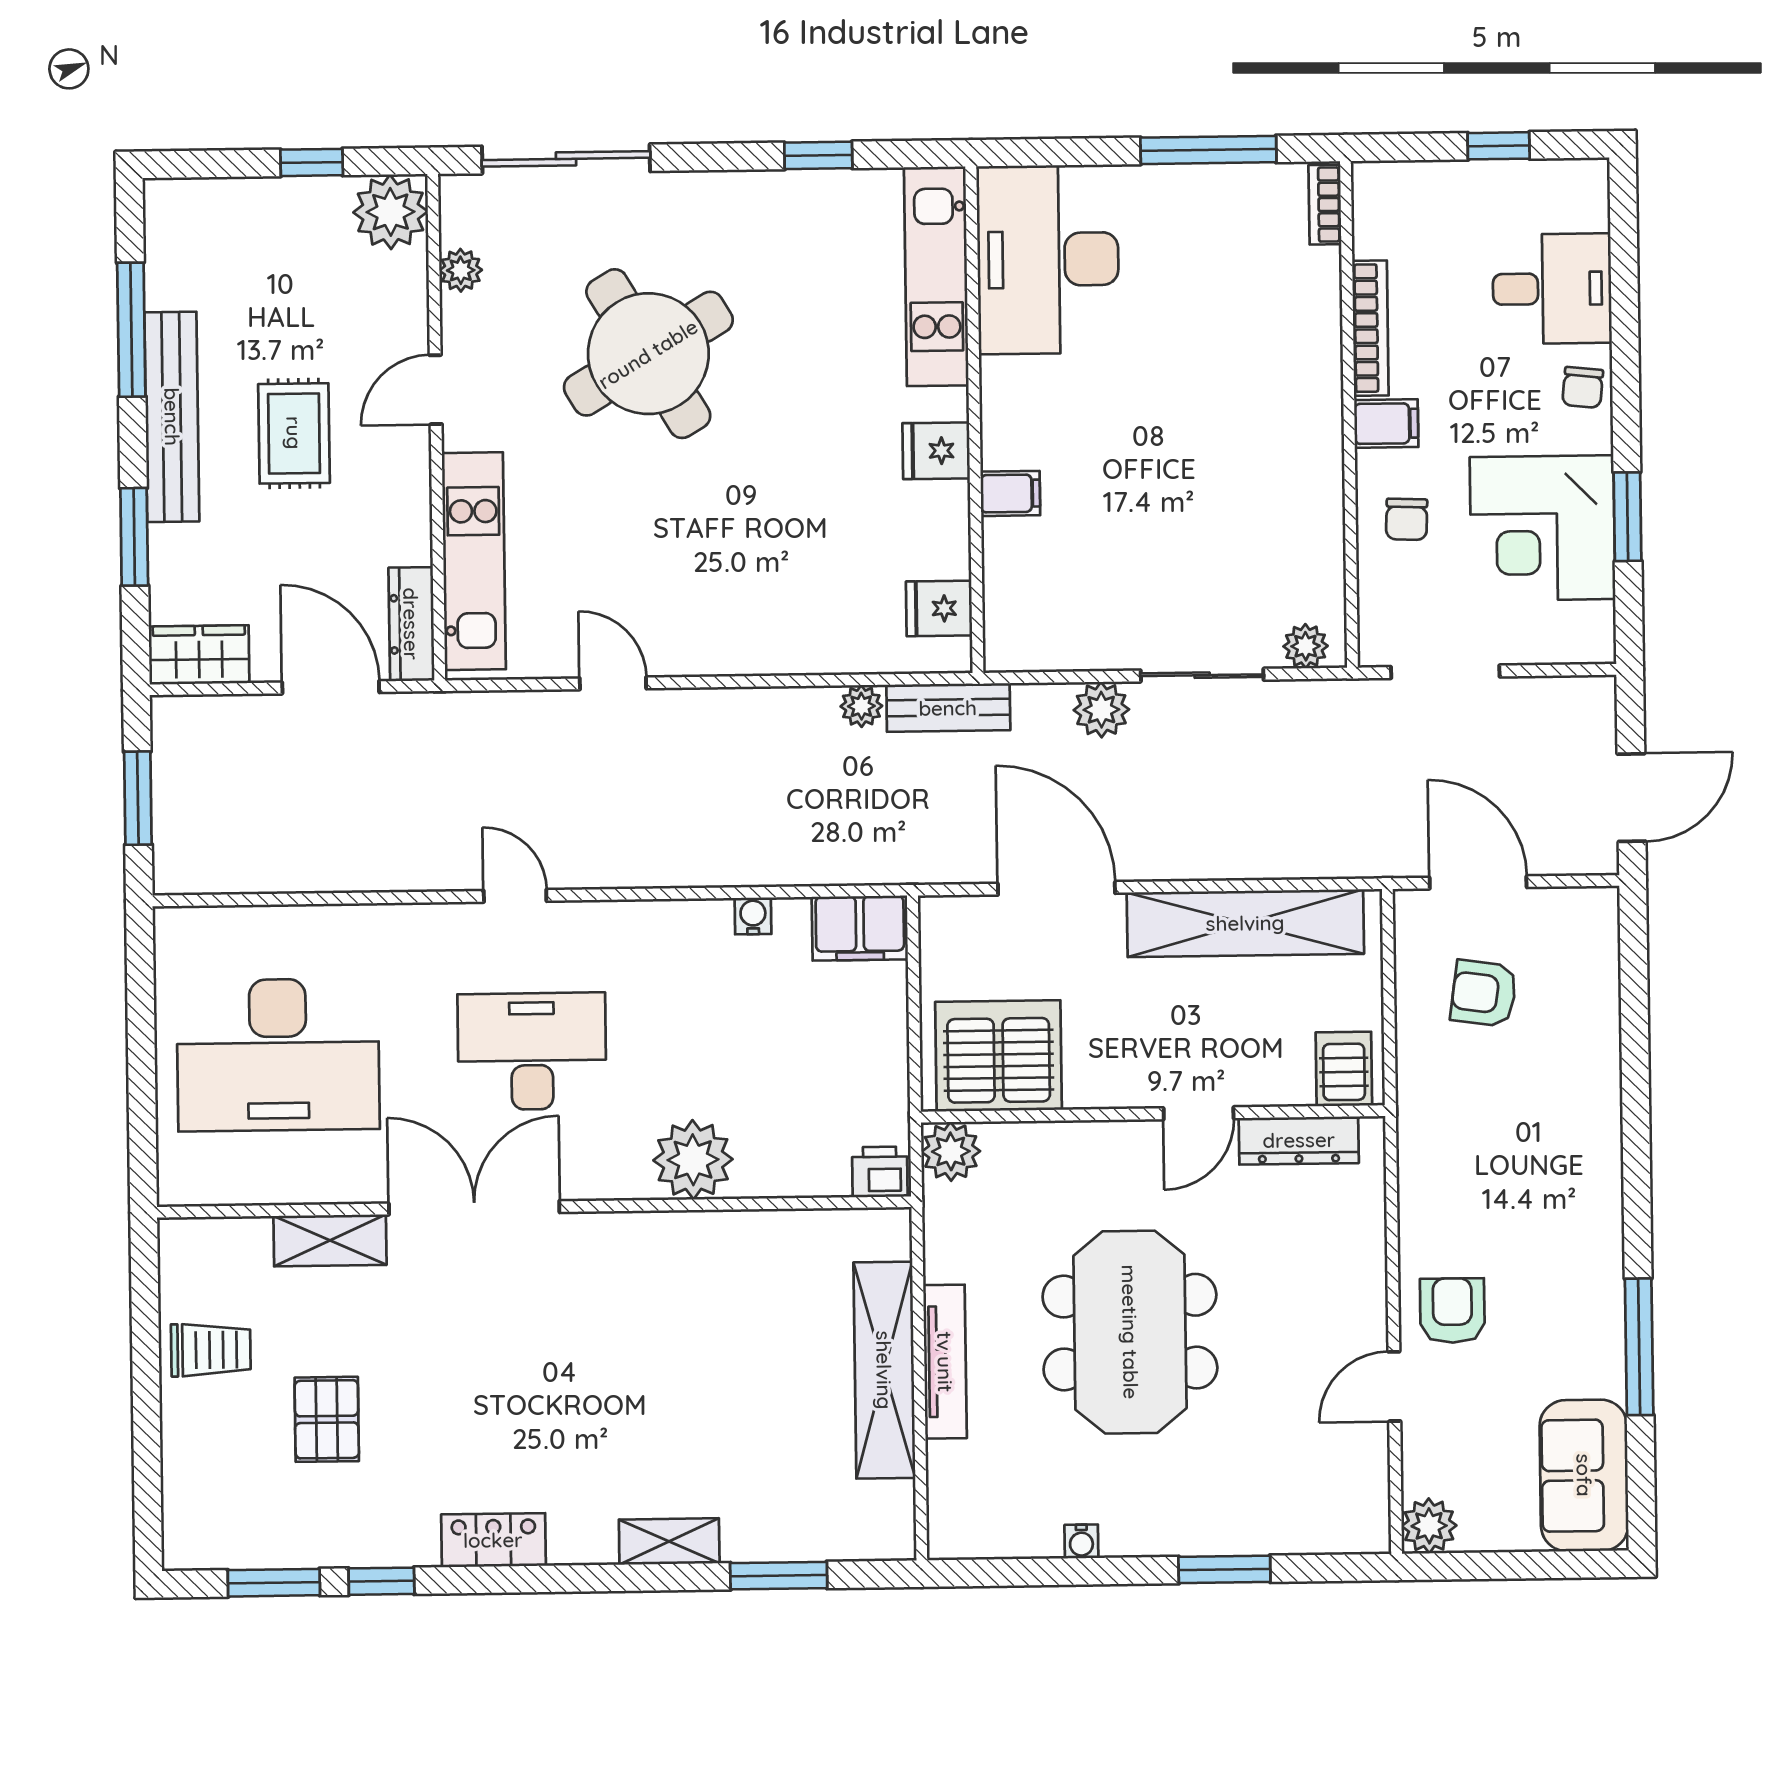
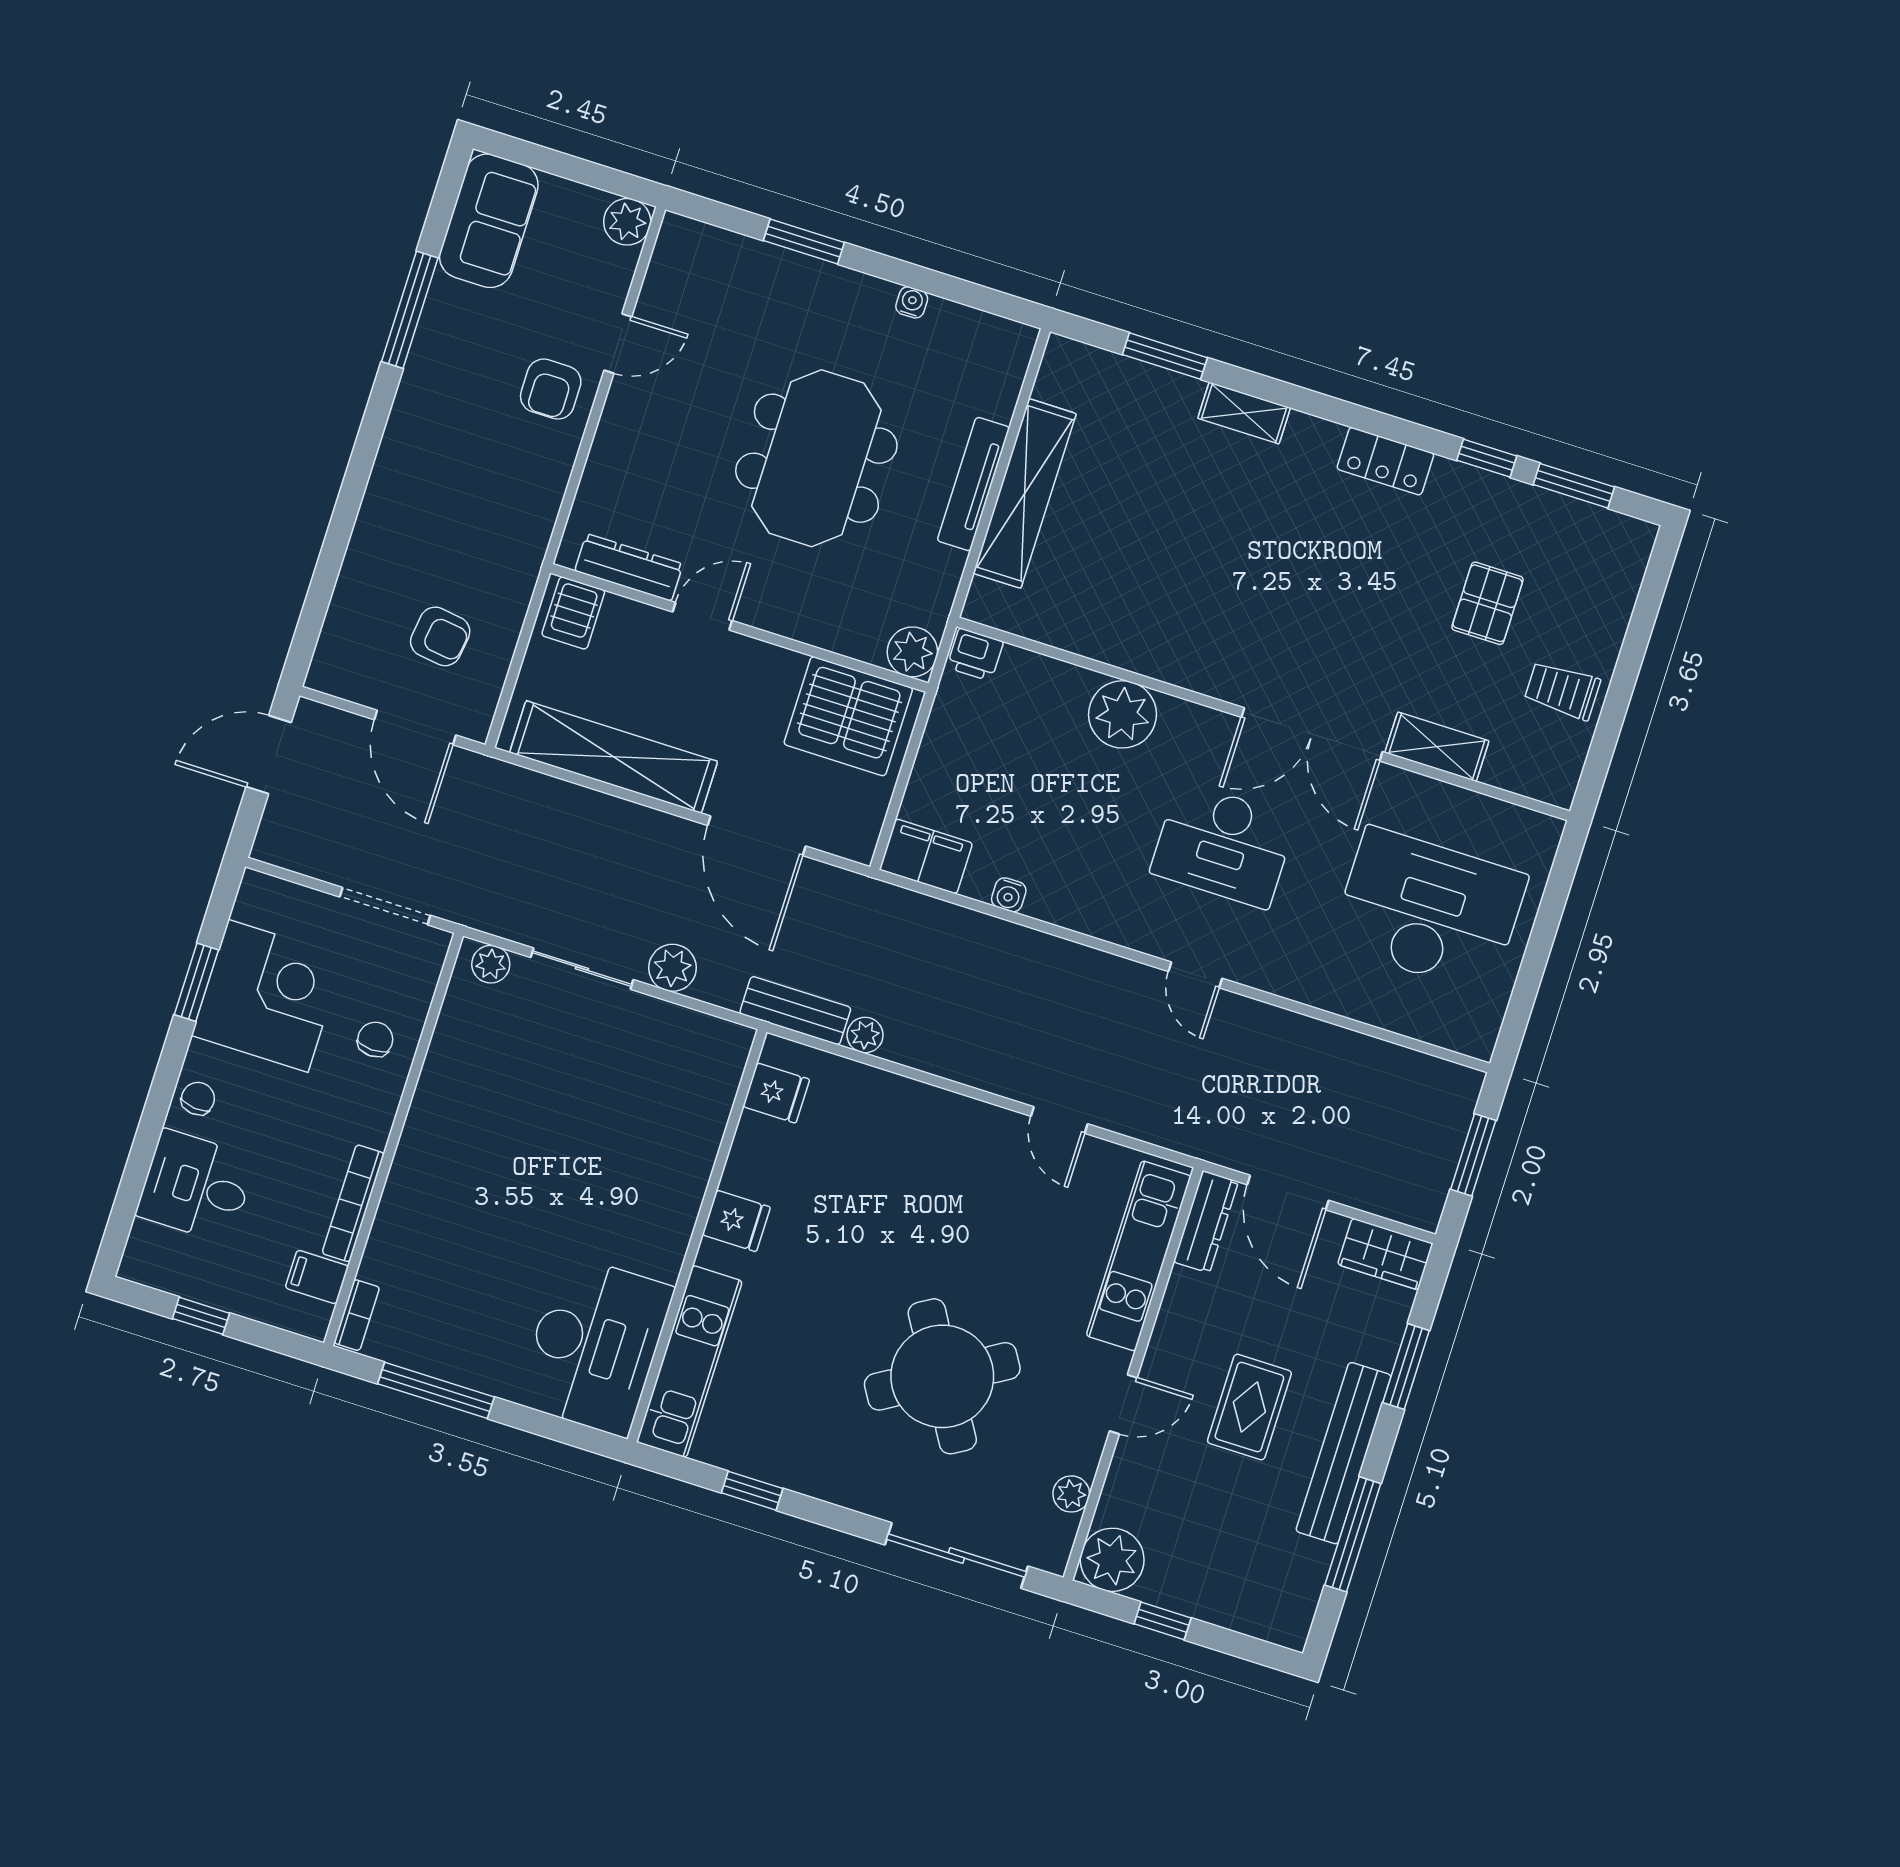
filing cabinet: (1386, 424) -> (317, 1277), moved
filing cabinet: (1010, 493) -> (688, 1167), removed

